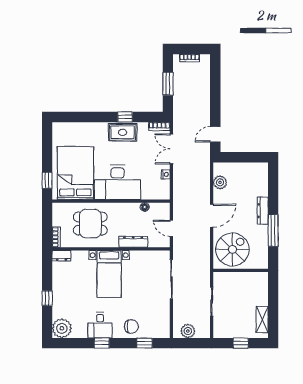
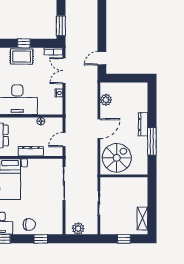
window: (168, 84) -> (61, 26), moved
door: (171, 228) -> (64, 140), hinge flipped

